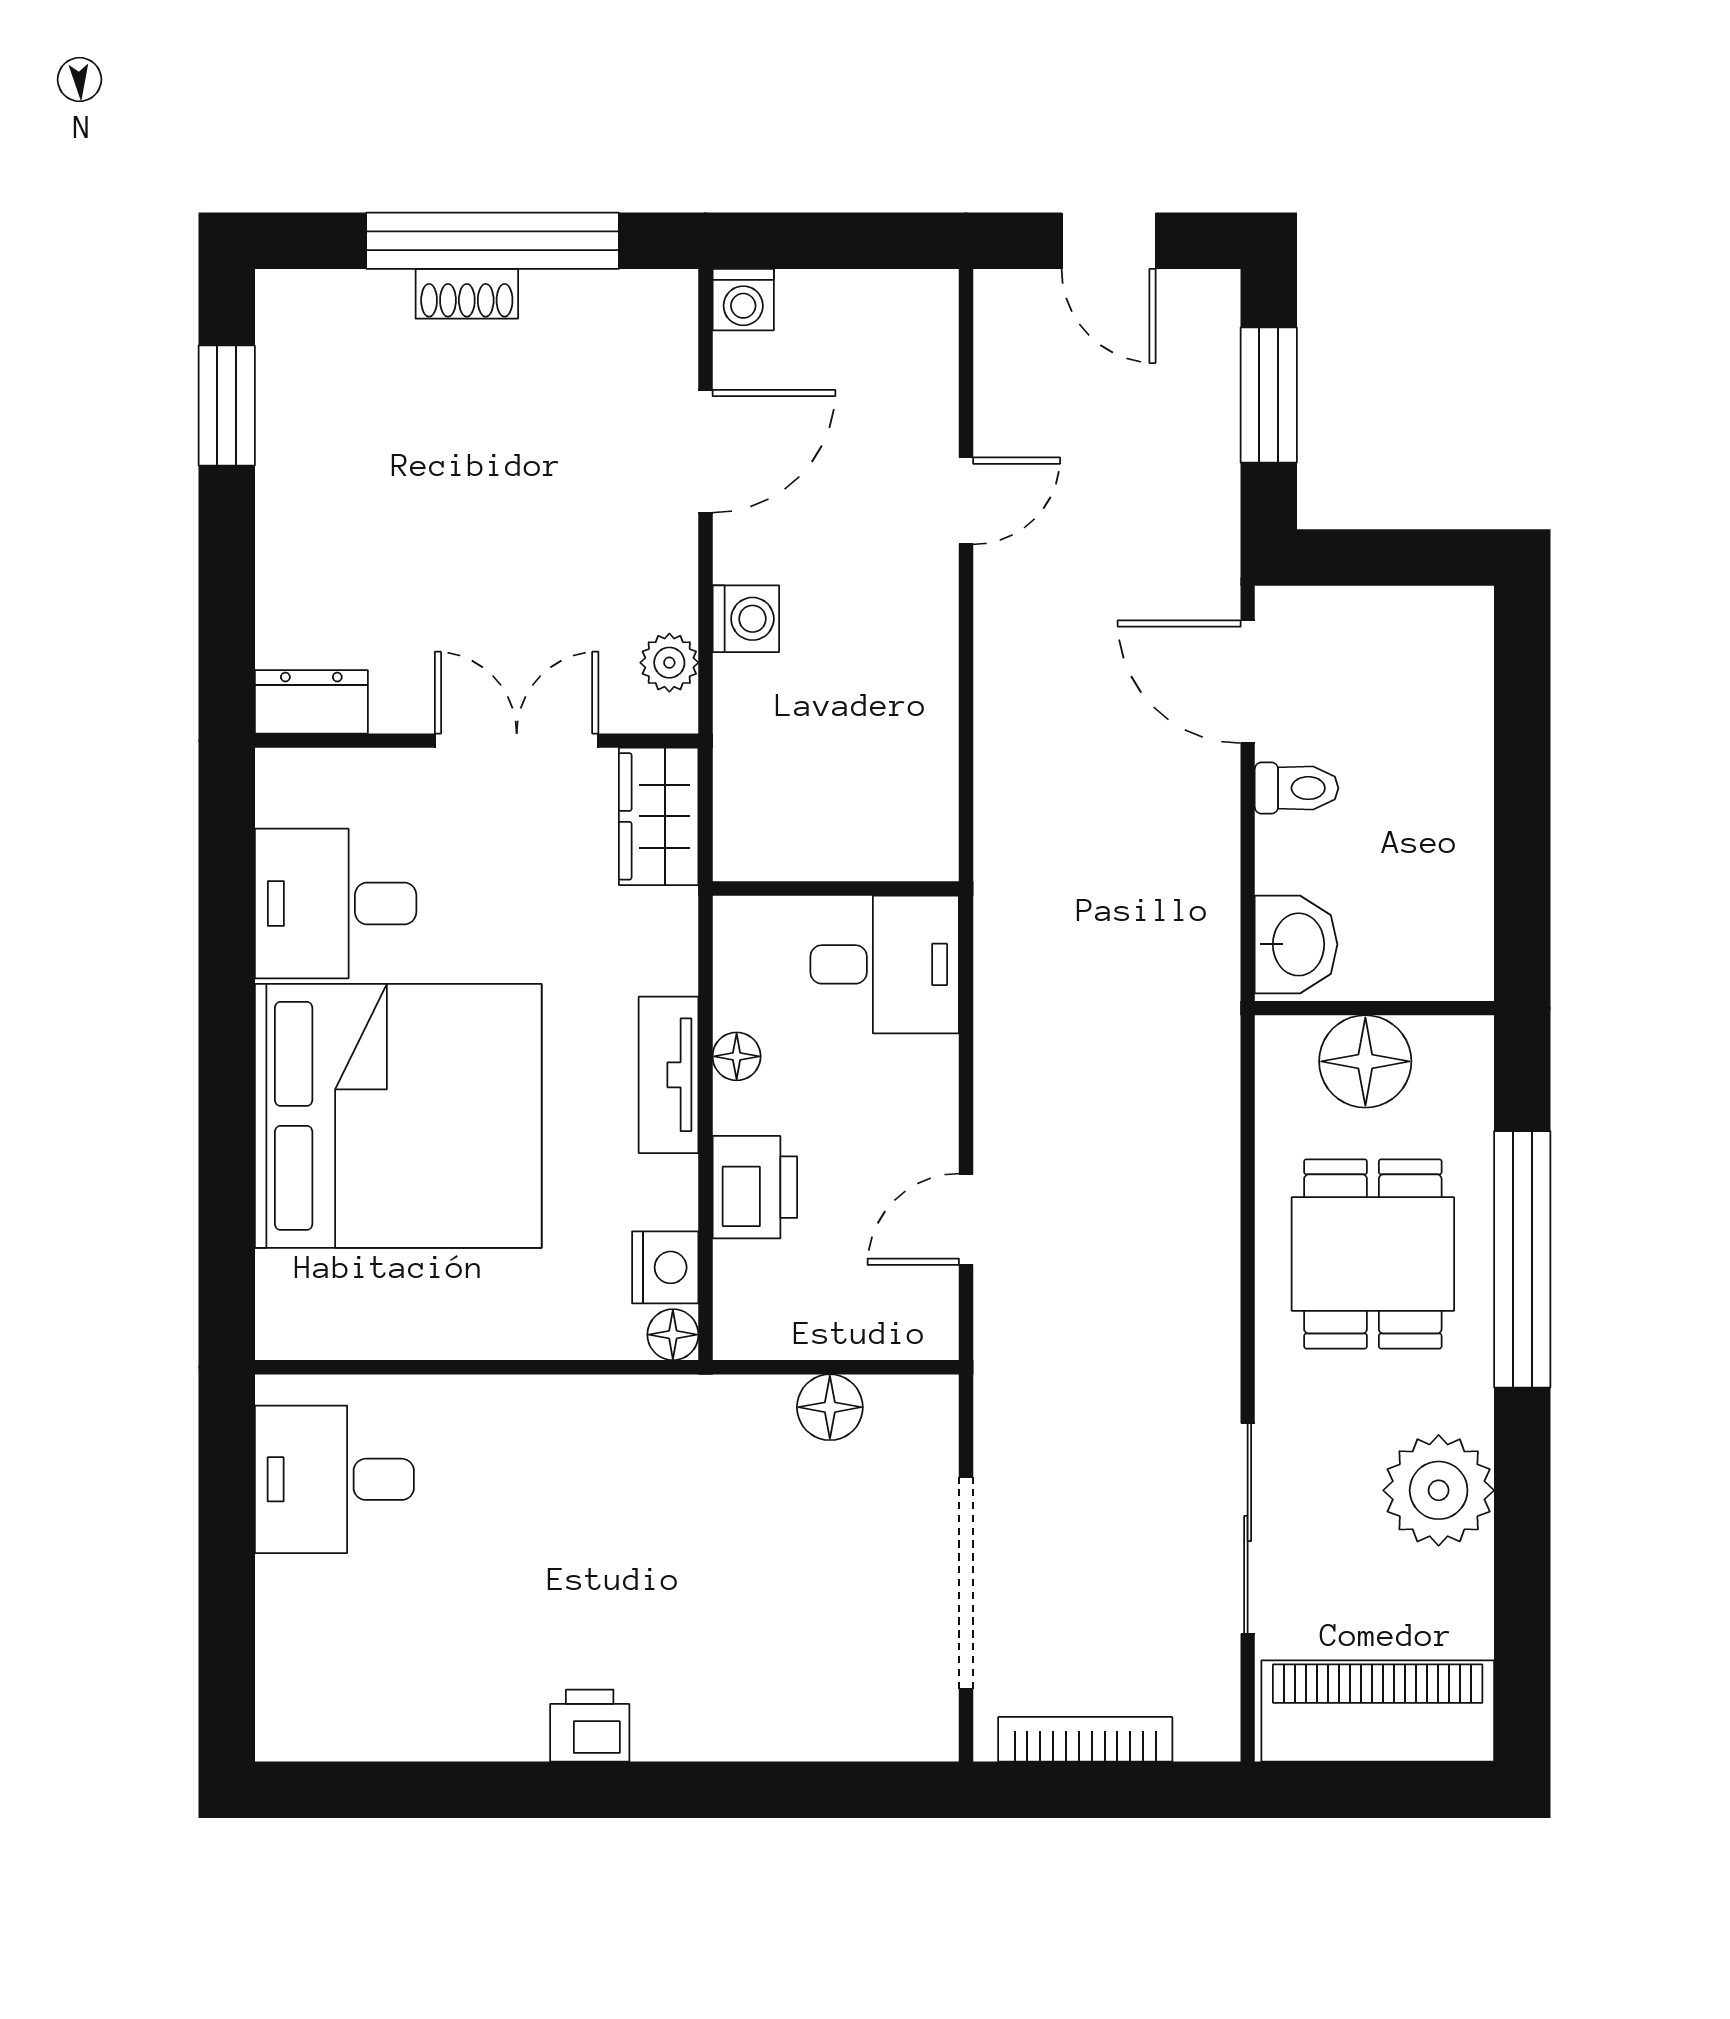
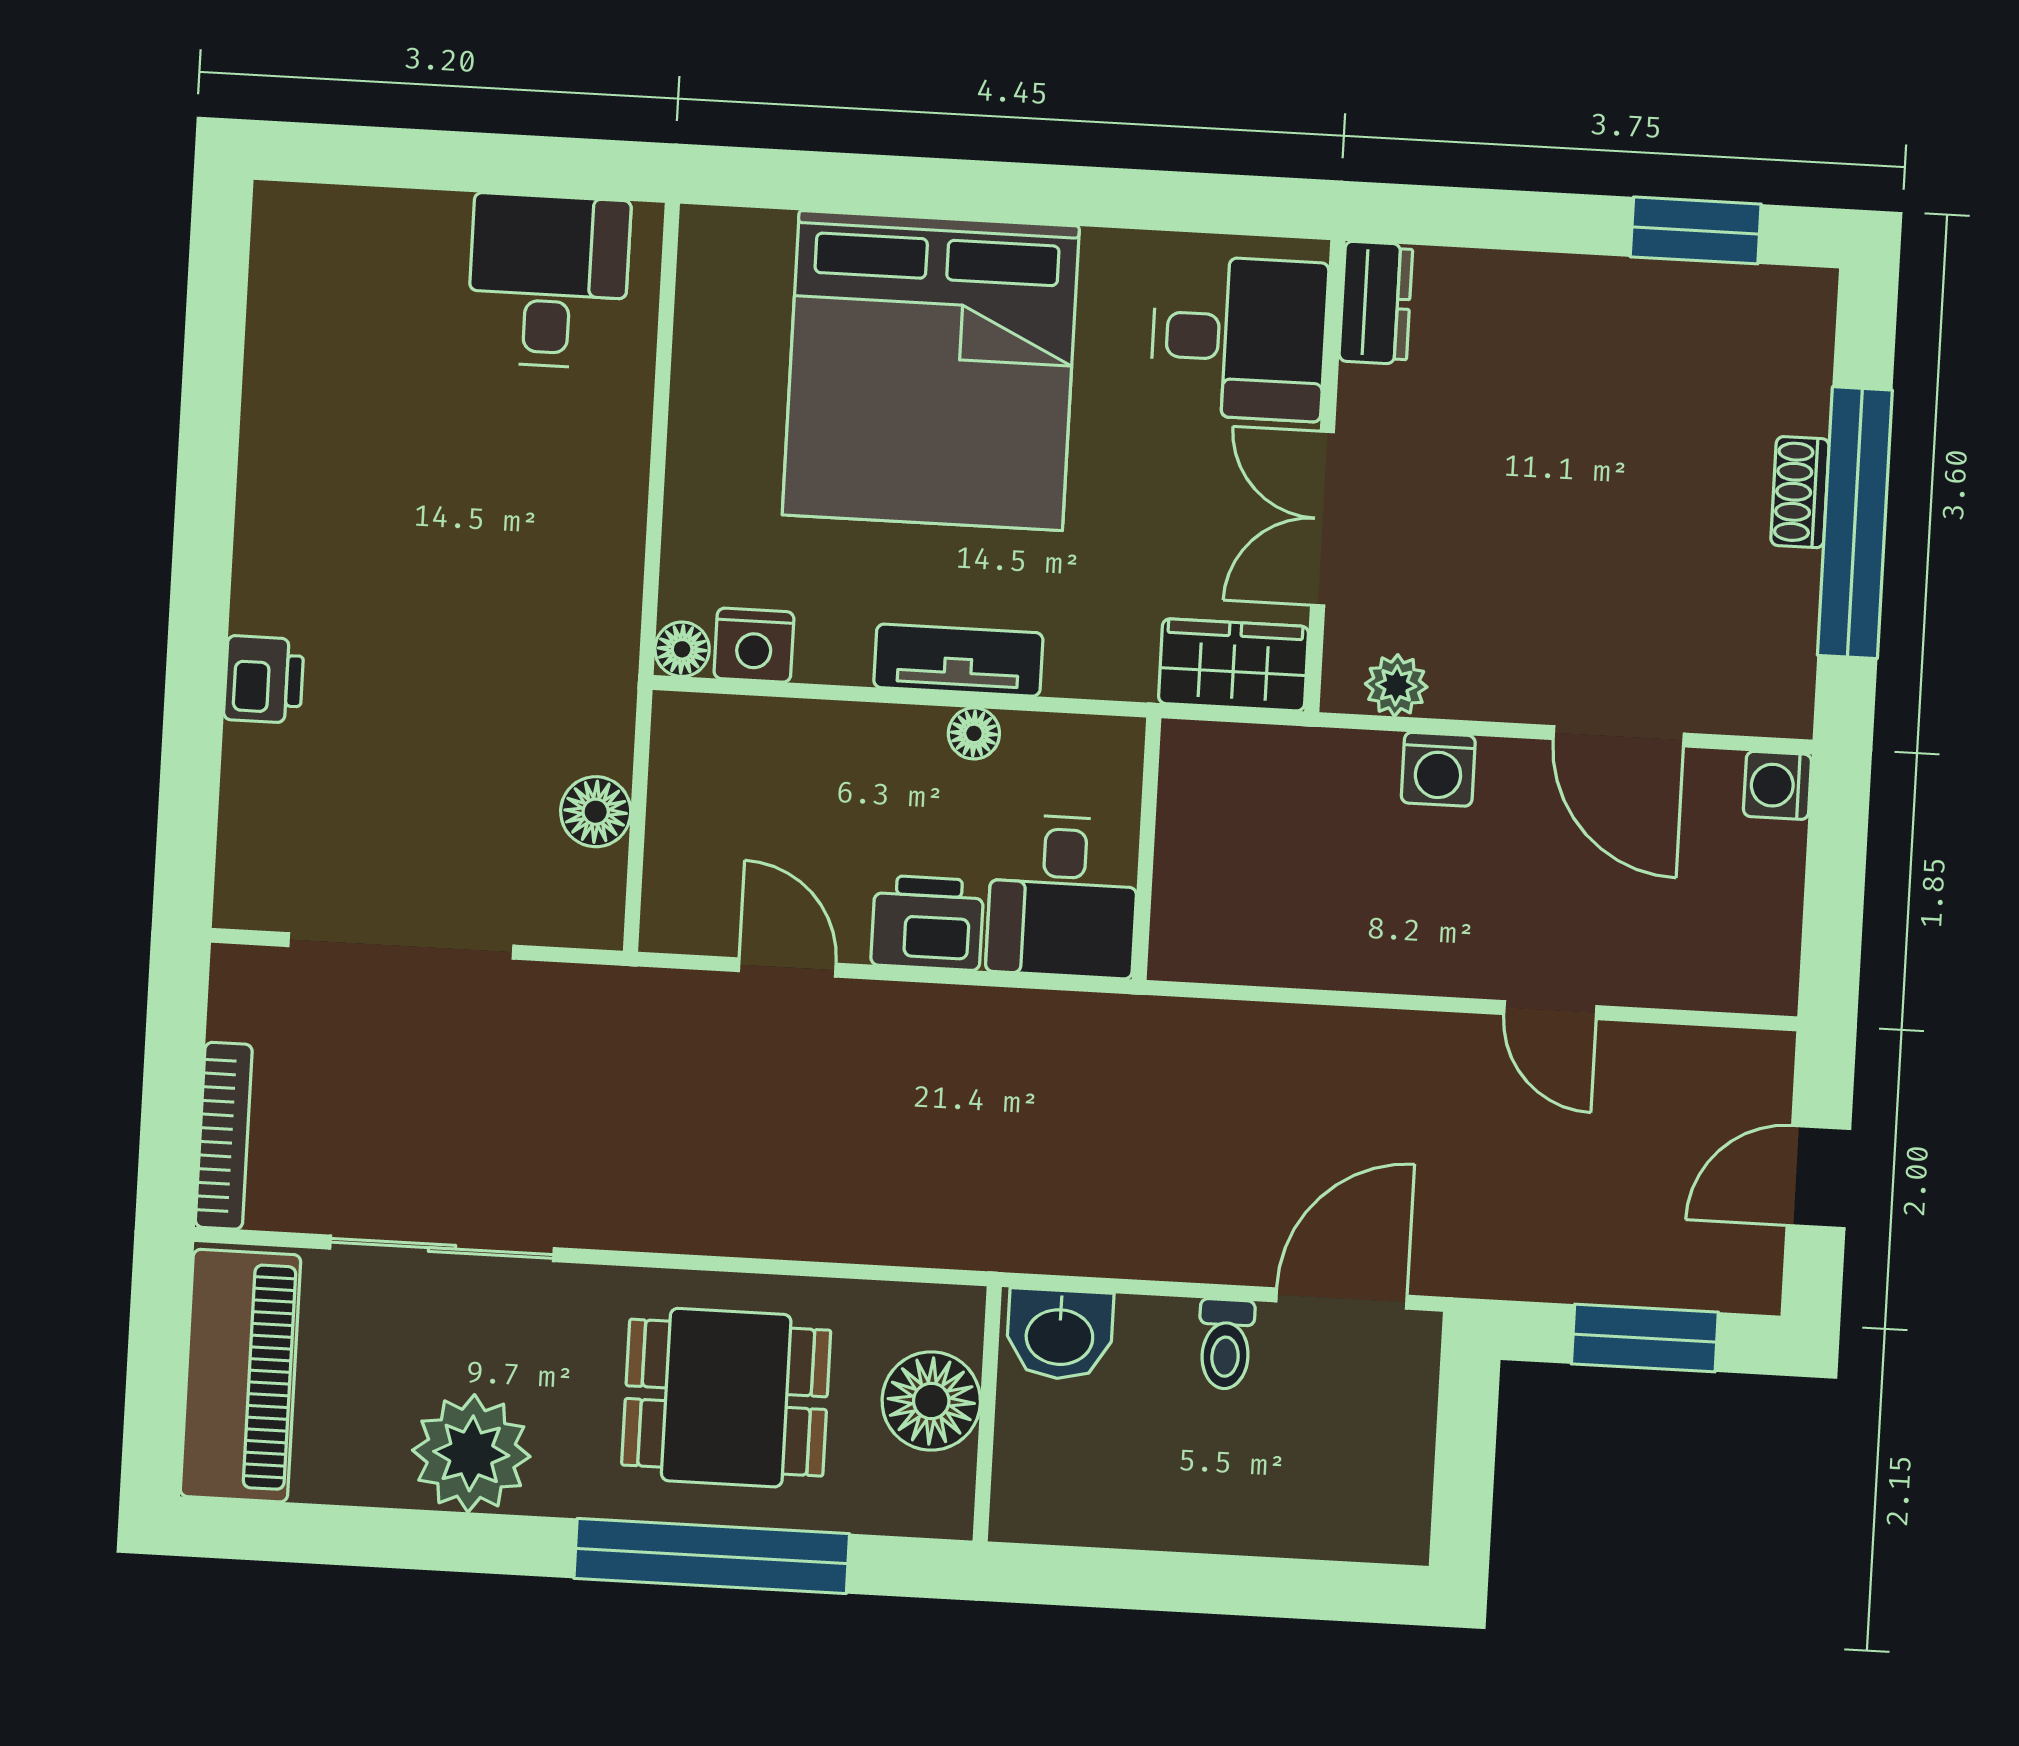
double door: (517, 741) -> (1322, 519), swing flipped
desk: (336, 903) -> (1239, 338), moved, turned 90
printer: (755, 1187) -> (927, 923), moved, turned 180
printer: (590, 1726) -> (264, 679), moved
bookcase: (1085, 1739) -> (224, 1136), moved

